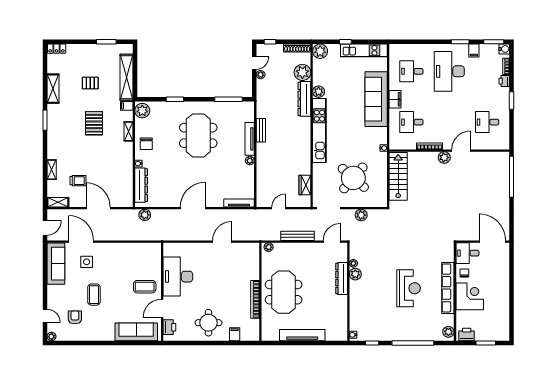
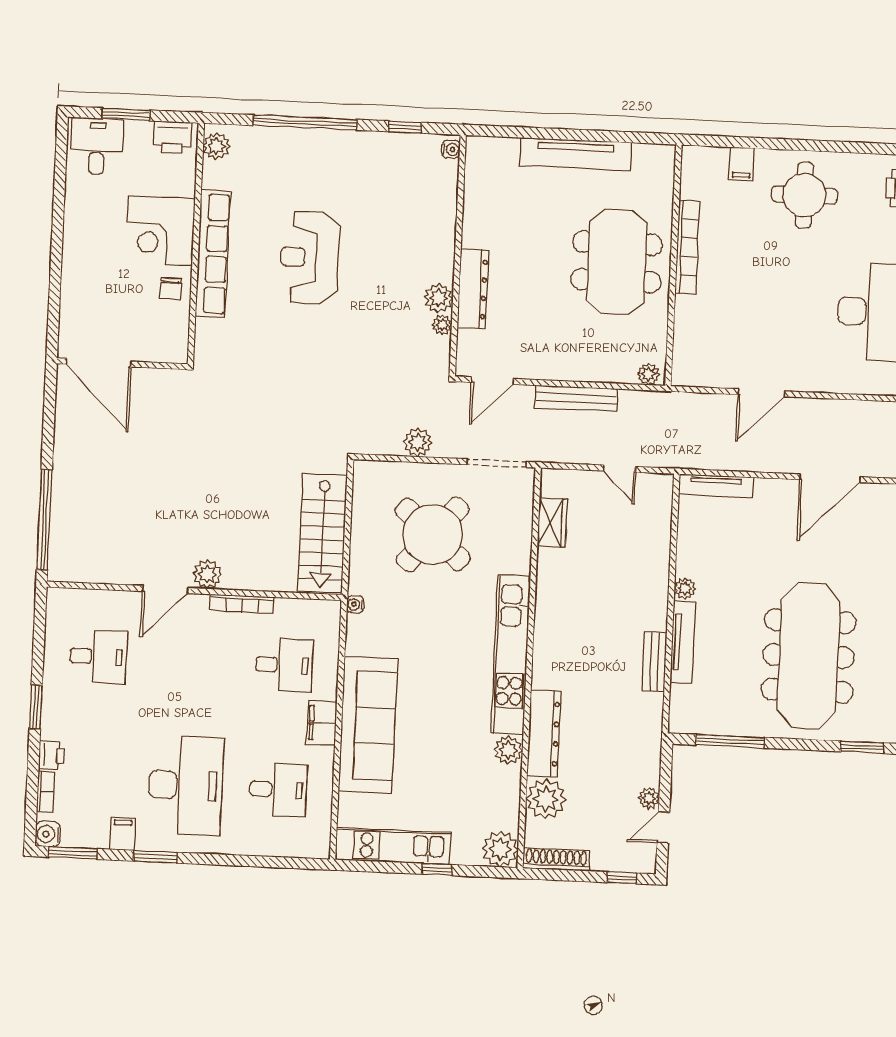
meeting table: (198, 135) -> (809, 656), width x1.36
door: (279, 208) -> (620, 469), hinge flipped
desk: (467, 253) -> (97, 146), moved, turned -90

